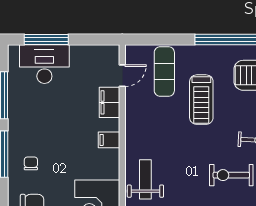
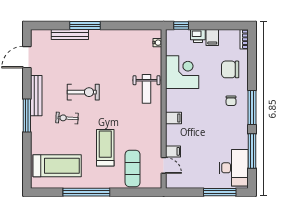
desk: (44, 64) -> (234, 168), moved, turned -90
door: (122, 76) -> (164, 165), swing flipped
filing cabinet: (110, 102) -> (173, 151), width x0.50

